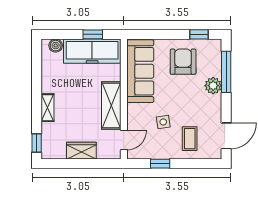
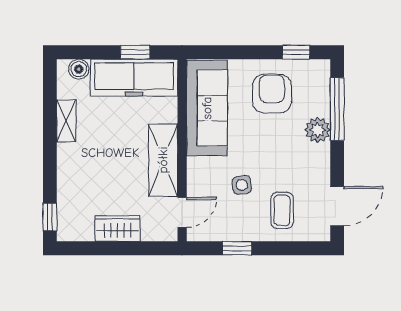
shelving: (47, 108) -> (66, 121), moved

